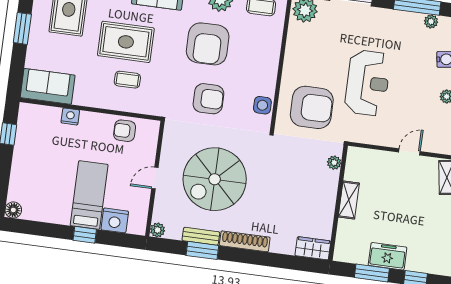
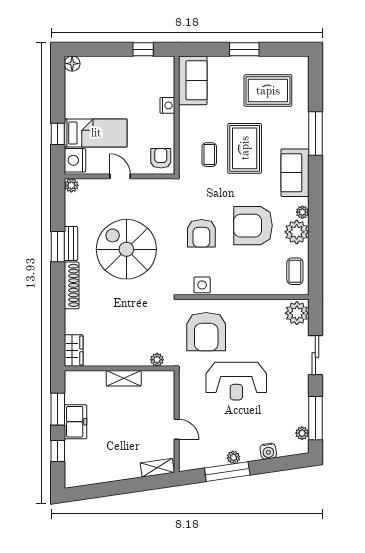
door: (155, 178) -> (120, 176), moved
wall: (155, 179) -> (120, 176), moved
plant: (158, 230) -> (71, 185), moved

